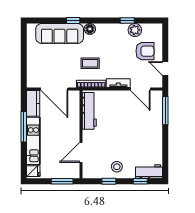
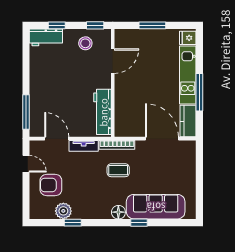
workbench: (89, 111) -> (103, 112), moved
wall: (81, 134) -> (113, 83), moved
door: (81, 152) -> (113, 61), moved

